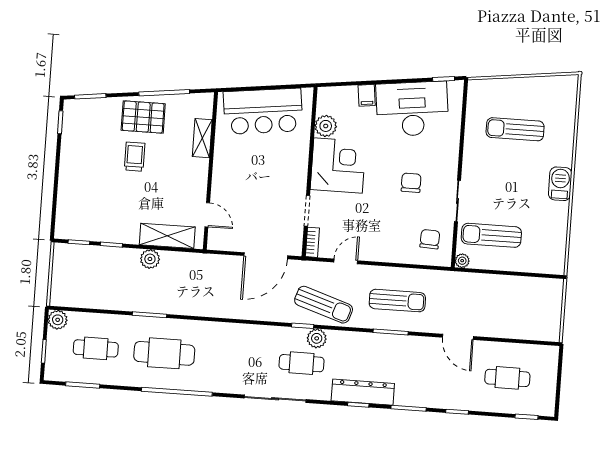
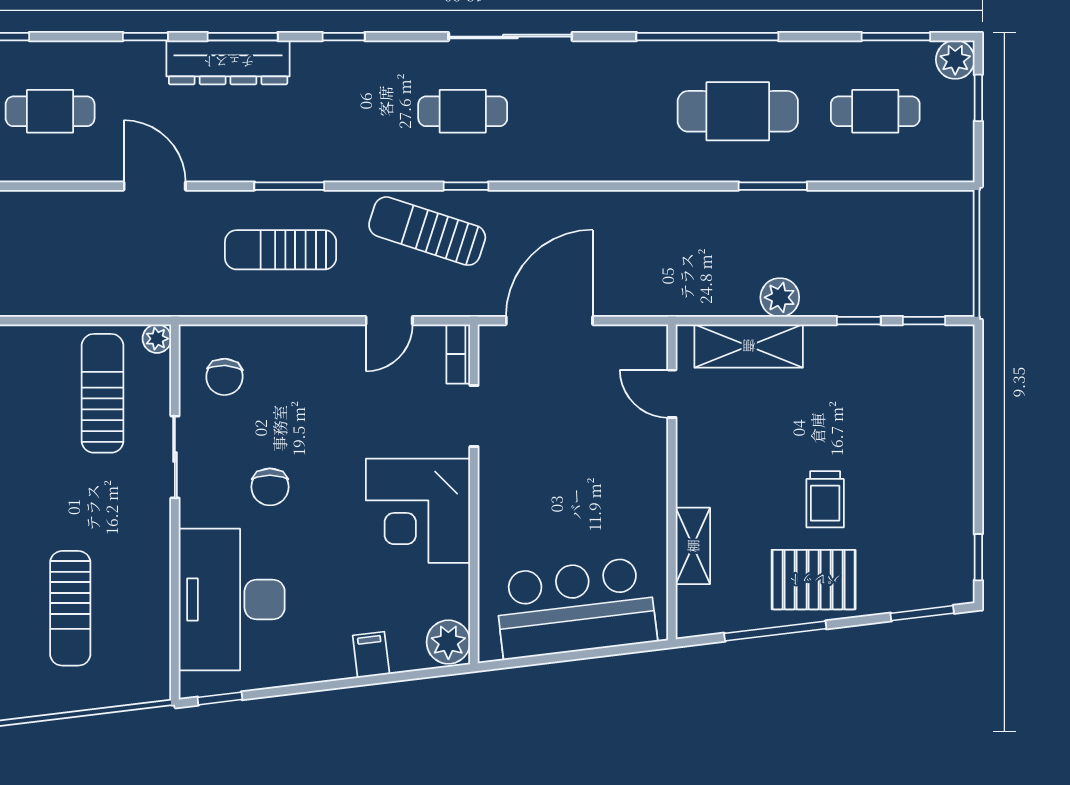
desk: (412, 109) -> (232, 599), moved, turned 97
plant: (326, 126) -> (448, 642), moved
sun lounger: (515, 129) -> (70, 608), turned 90
sun lounger: (491, 235) -> (102, 393), turned -90
plant: (58, 320) -> (955, 60), moved
plant: (317, 338) -> (436, 163), removed
dresser: (363, 392) -> (228, 62), moved

